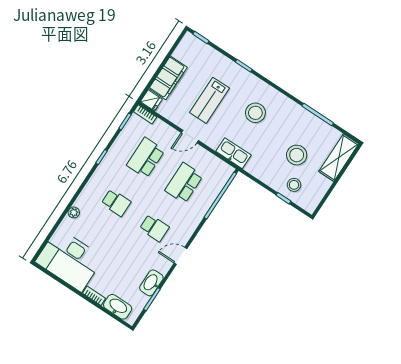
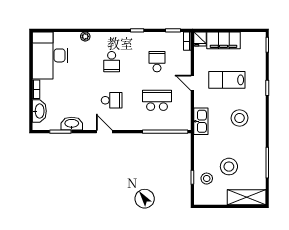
school desk: (146, 158) -> (157, 62), width x0.54
school desk: (154, 228) -> (112, 100), turned -90

